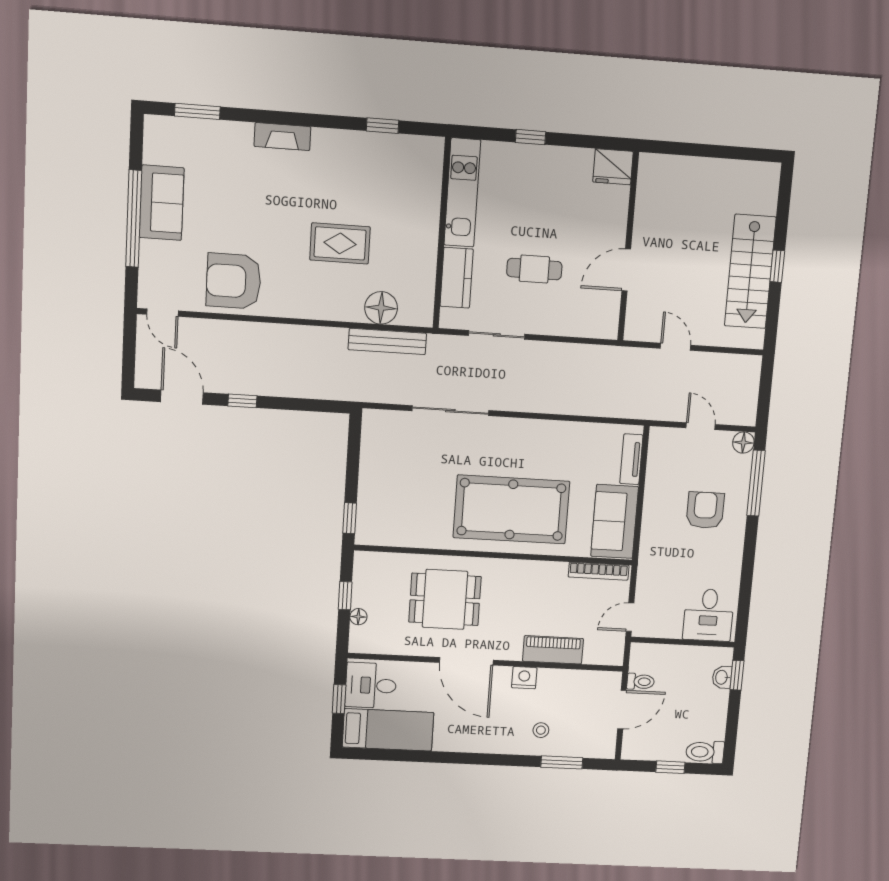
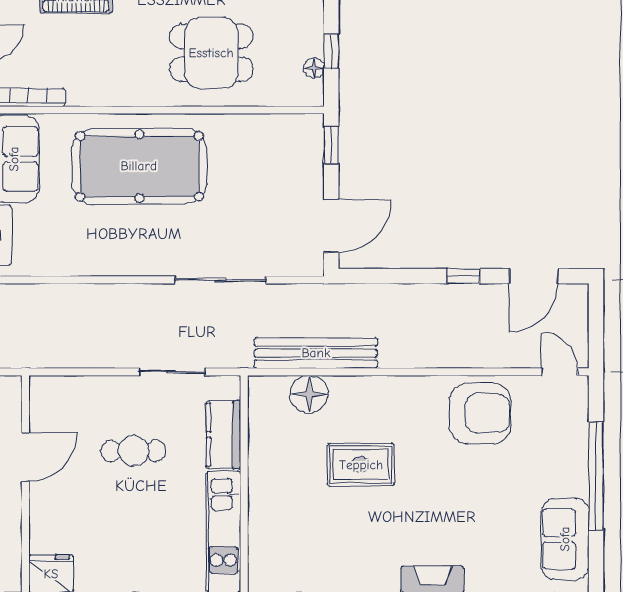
sofa: (162, 203) -> (565, 539), moved
bench: (387, 342) -> (316, 353), width x1.37, depth x1.21
door: (182, 397) -> (534, 276), hinge flipped
door: (354, 450) -> (331, 226), added
floor lamp: (358, 617) -> (314, 68), moved

